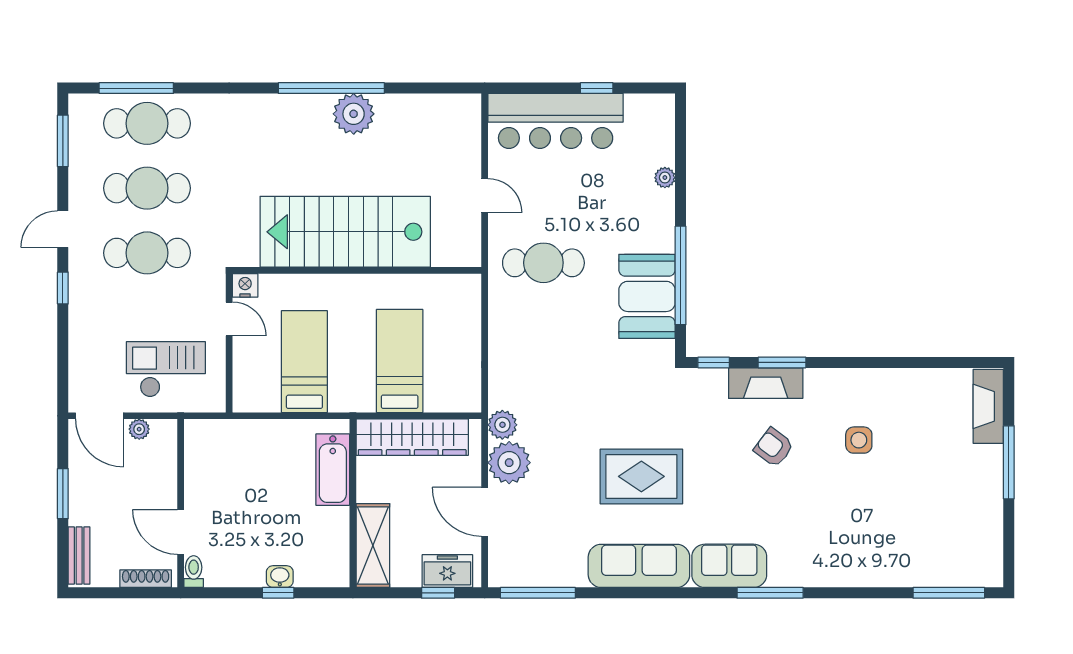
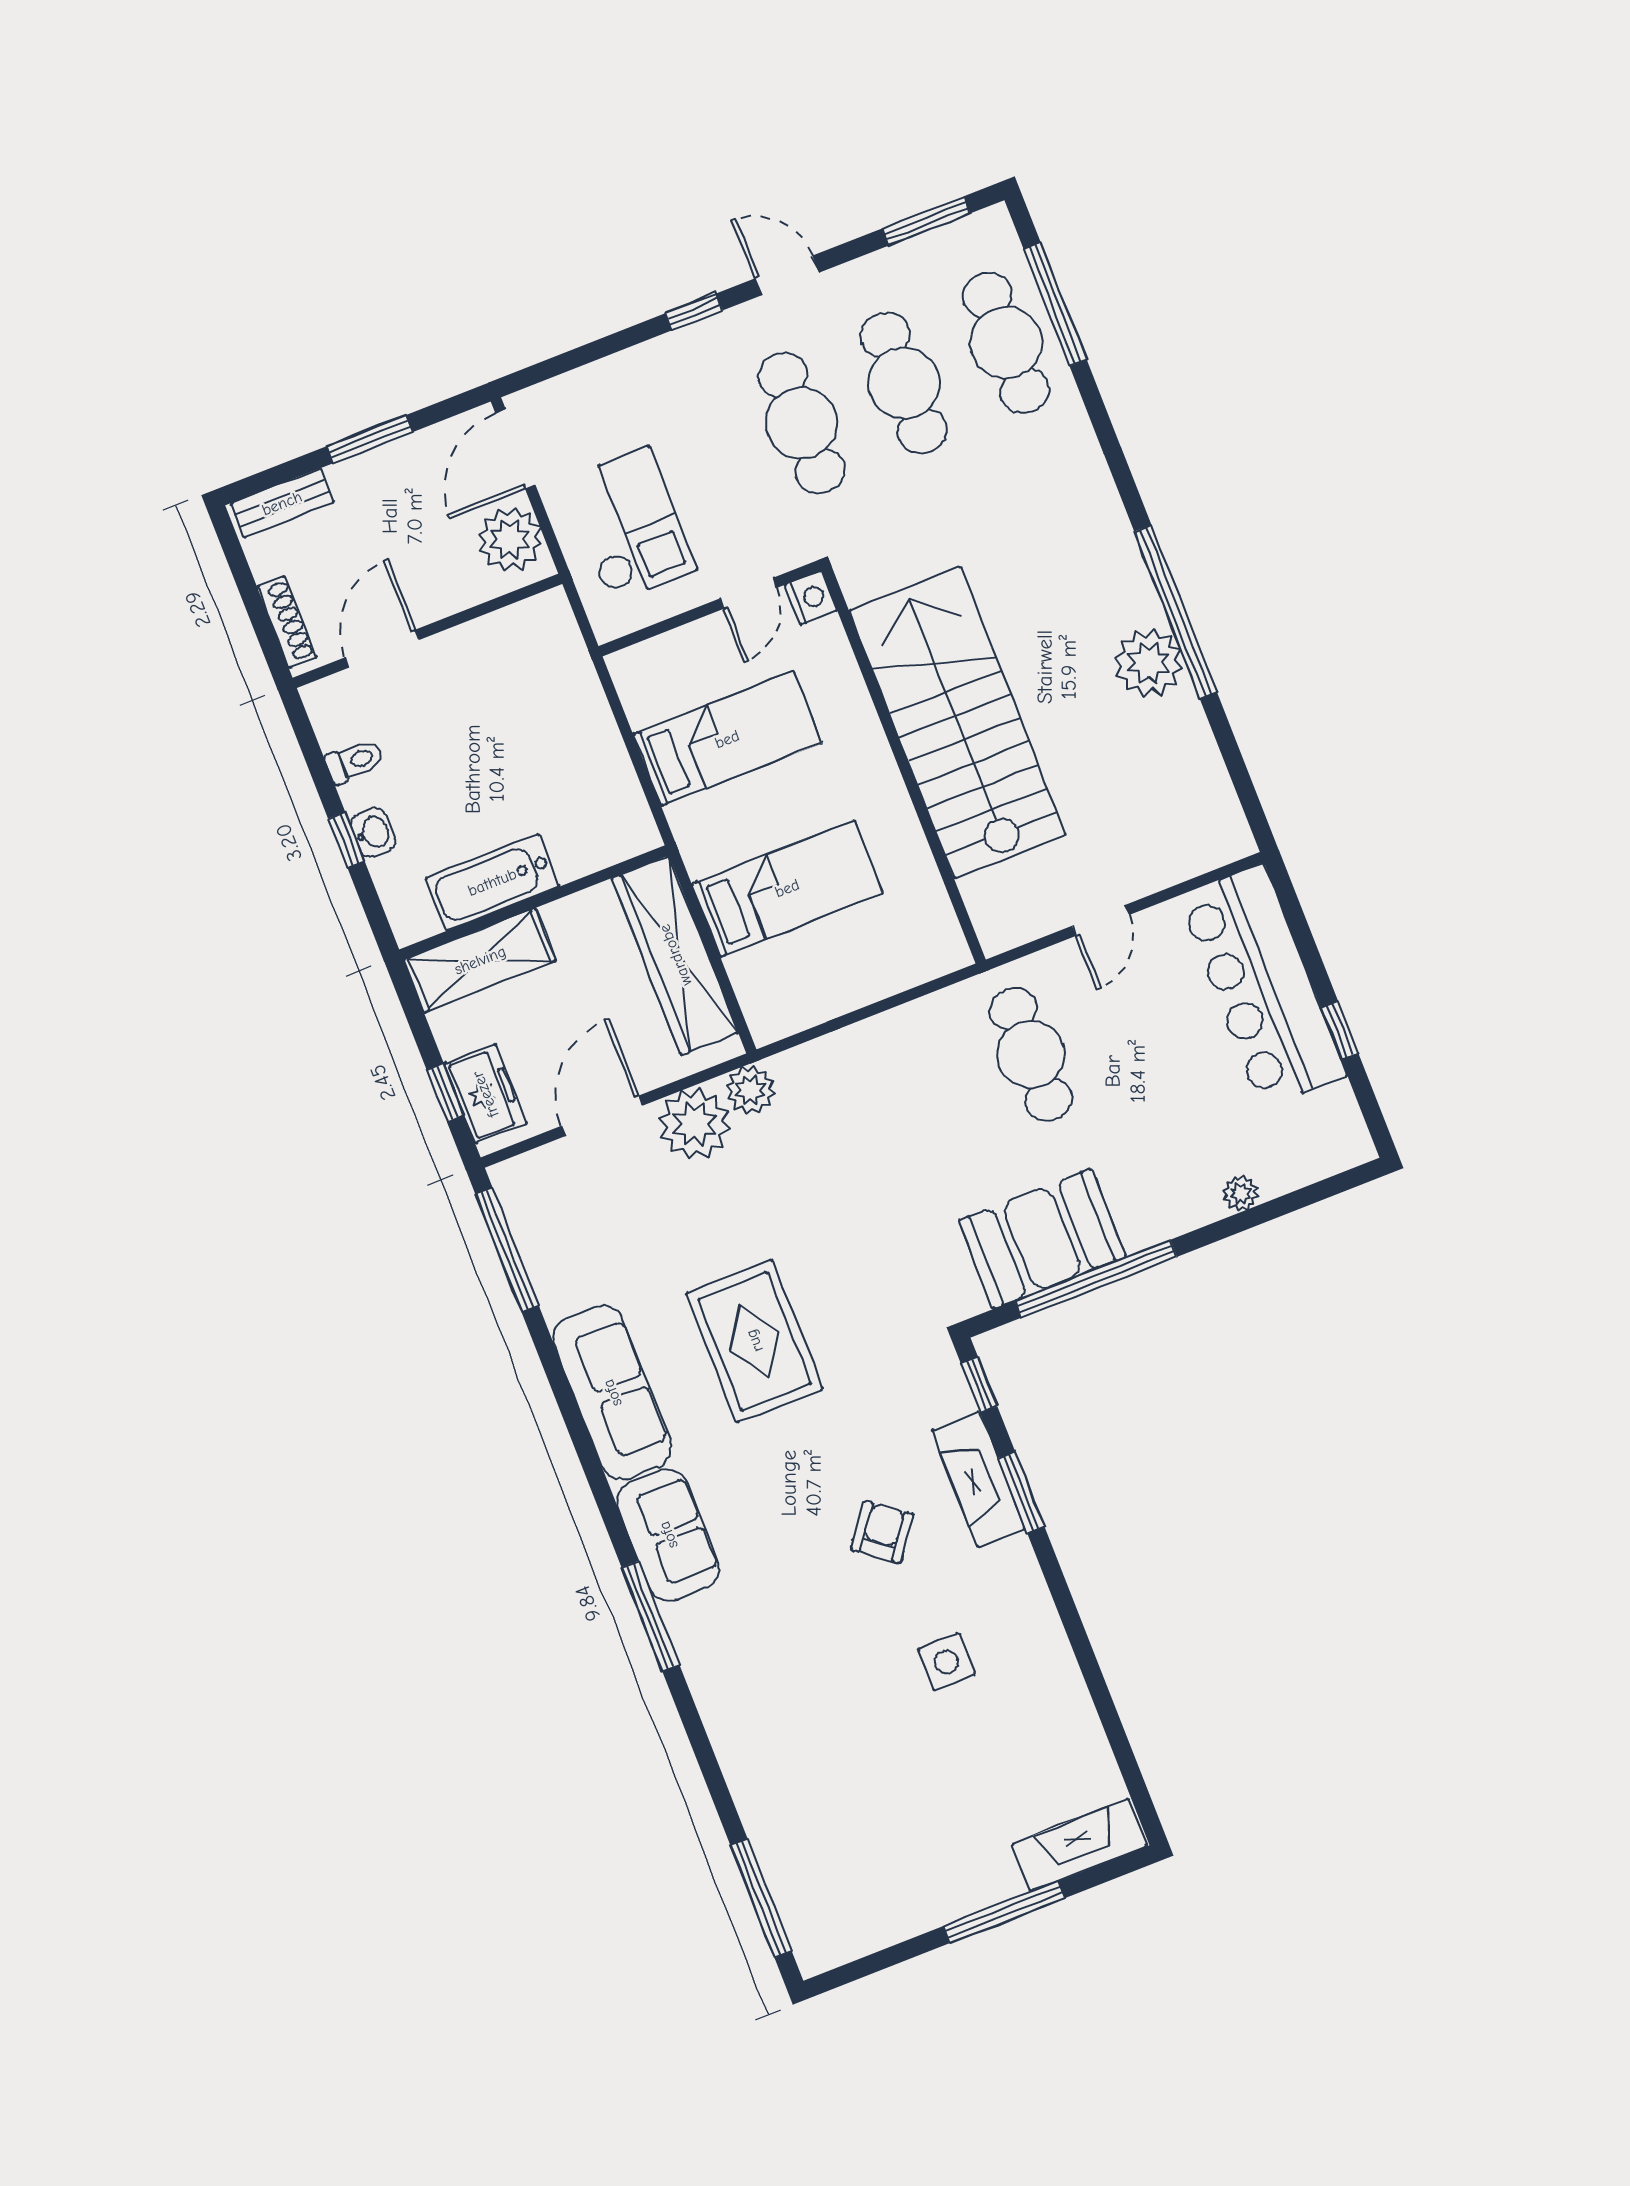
plant: (139, 429) -> (510, 539), width x1.88, depth x1.88
bathtub: (333, 470) -> (492, 882), moved
toilet: (194, 572) -> (354, 761), moved

